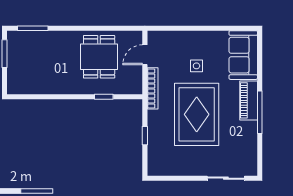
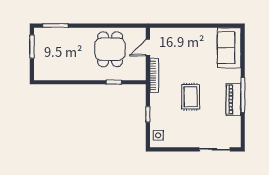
side table: (196, 66) -> (158, 135), moved
piano: (249, 100) -> (234, 99), moved
rug: (197, 114) -> (191, 97), width x0.54, depth x0.49

